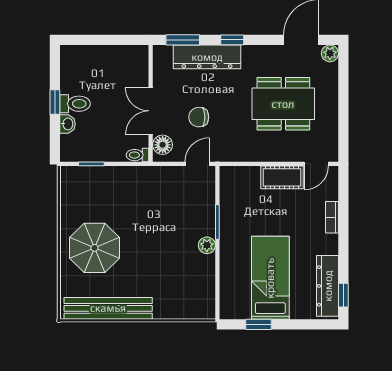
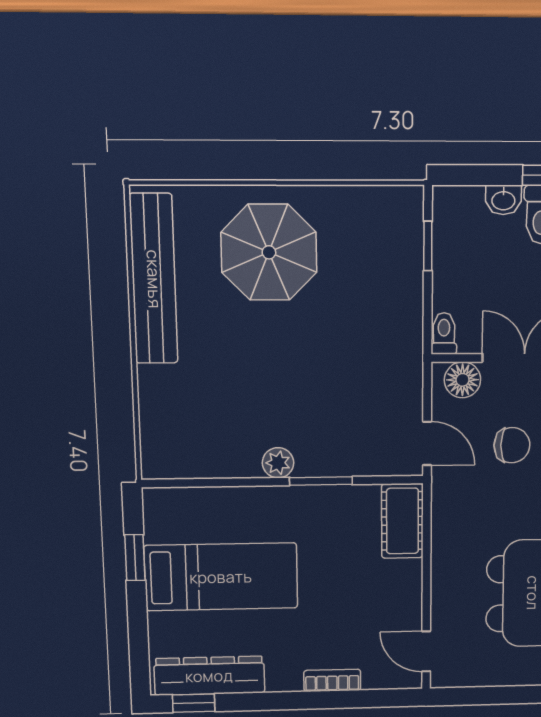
chair: (199, 117) -> (512, 445), turned 90
cot: (282, 177) -> (402, 521), moved

